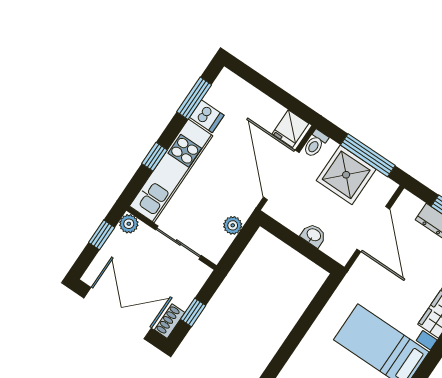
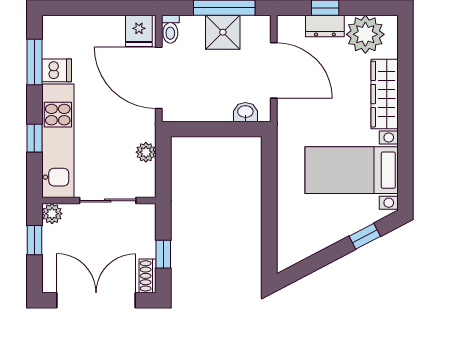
shower: (346, 175) -> (223, 32), width x0.73, depth x0.73
washbasin: (314, 235) -> (245, 112), moved

